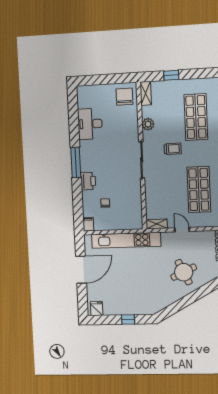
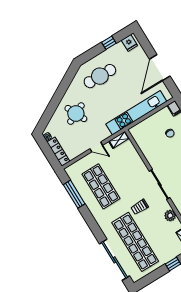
shop shelf: (196, 117) -> (135, 242), width x1.40
cafe table: (141, 294) -> (100, 76), added
window: (128, 320) -> (109, 43), moved

